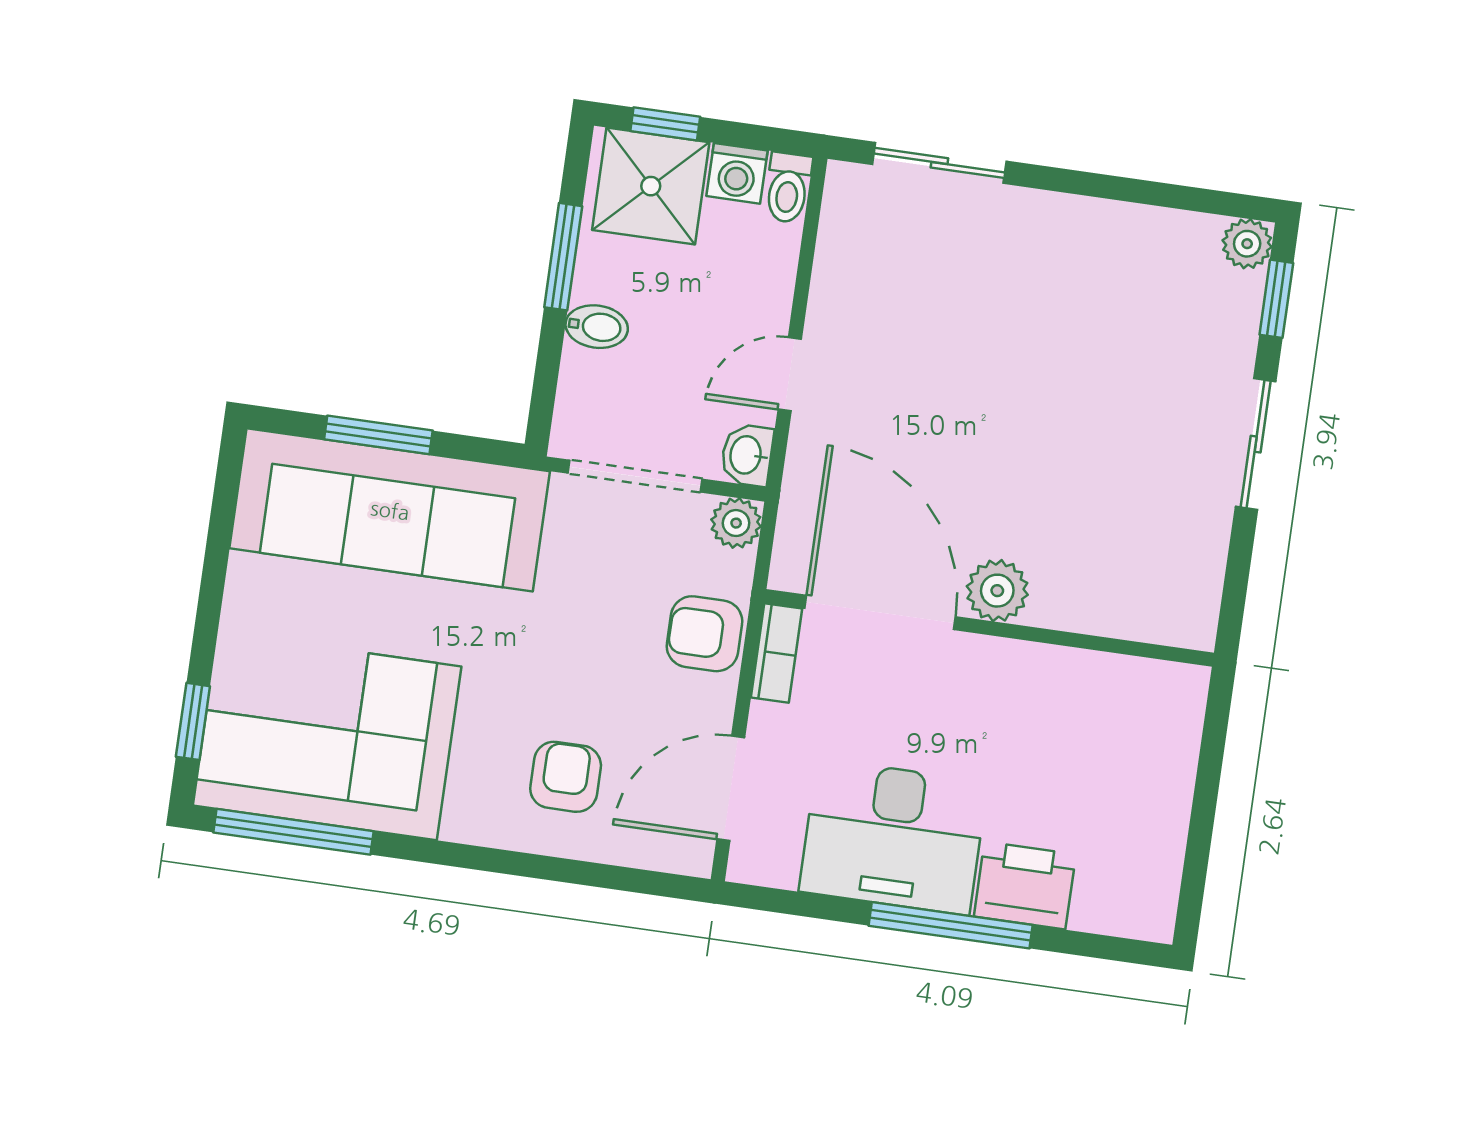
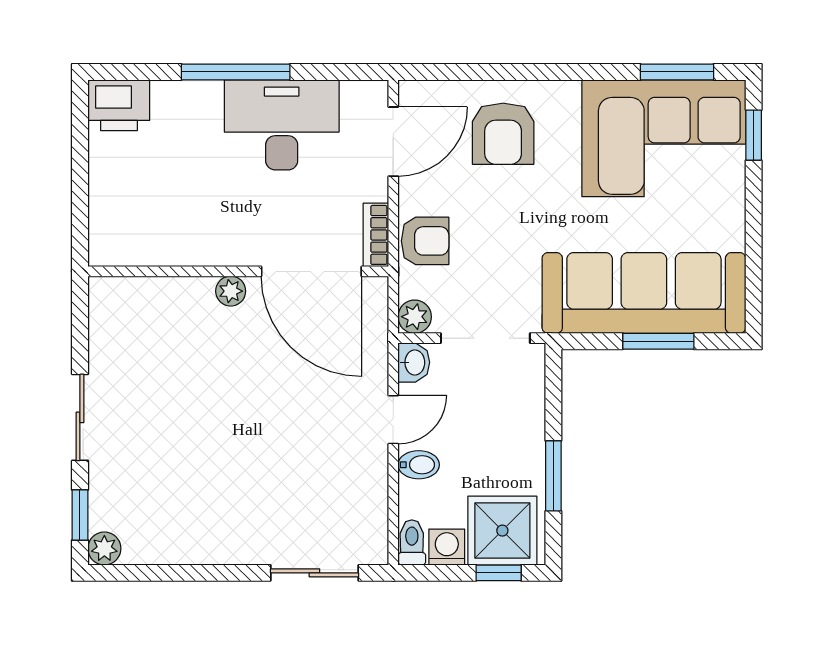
bidet: (597, 327) -> (419, 465), moved, turned 180
plant: (997, 591) -> (231, 291), width x0.73, depth x0.73
armchair: (566, 777) -> (503, 134), width x1.38, depth x1.38
window: (293, 832) -> (677, 72), width x0.69
printer: (1025, 885) -> (119, 105), moved

